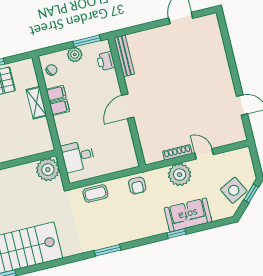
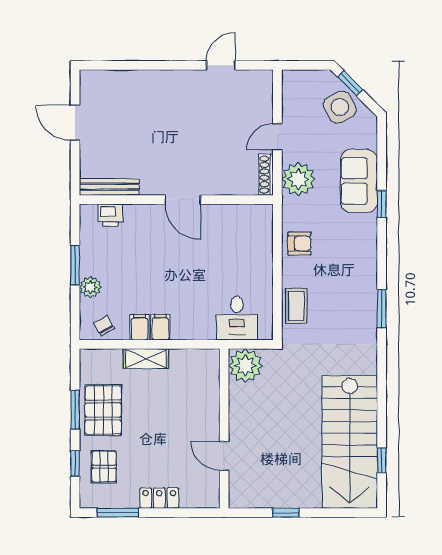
bench: (124, 56) -> (109, 187), moved
printer: (106, 61) -> (110, 215), moved
wall: (127, 102) -> (176, 200), moved
door: (128, 106) -> (183, 200), moved

